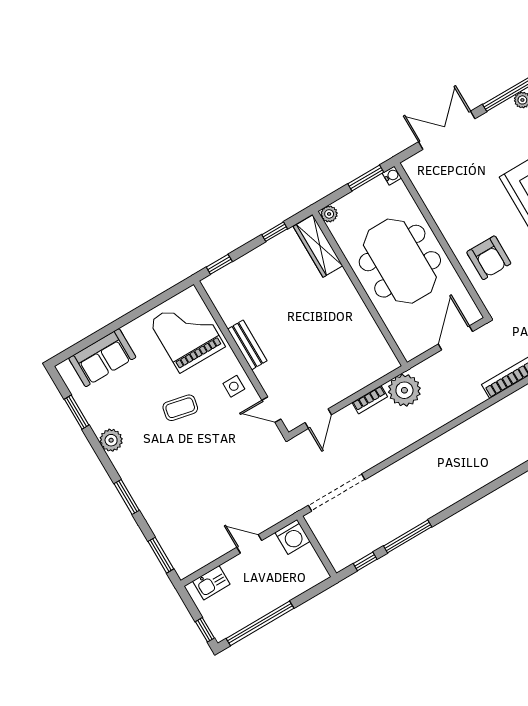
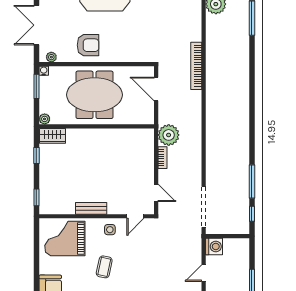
plant: (416, 175) -> (51, 57), added
wardrobe: (318, 246) -> (52, 136), width x0.67
armchair: (489, 258) -> (88, 45), moved

